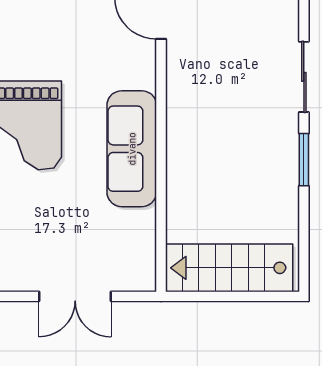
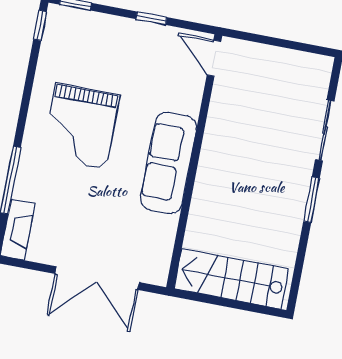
double door: (75, 296) -> (97, 278), width x1.37

